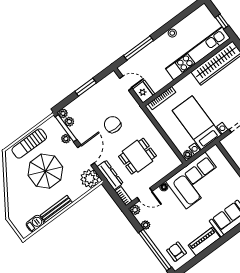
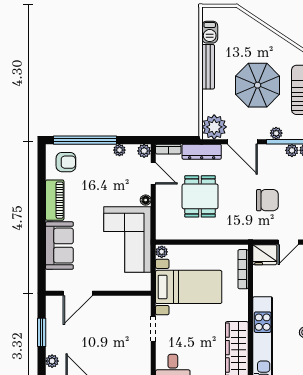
chair: (113, 125) -> (267, 200), moved
door: (145, 194) -> (153, 173), swing flipped

